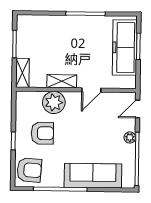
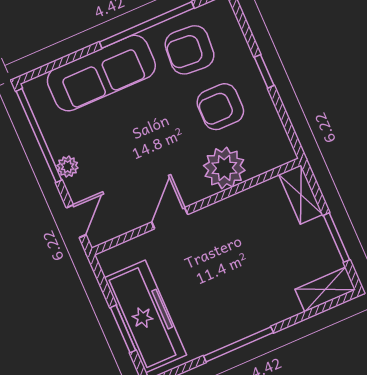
shelving: (62, 81) -> (325, 289), moved
armchair: (29, 170) -> (190, 50), moved

